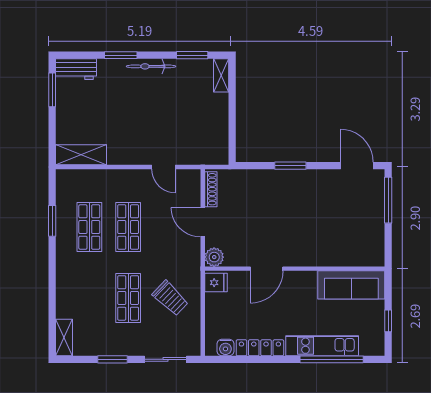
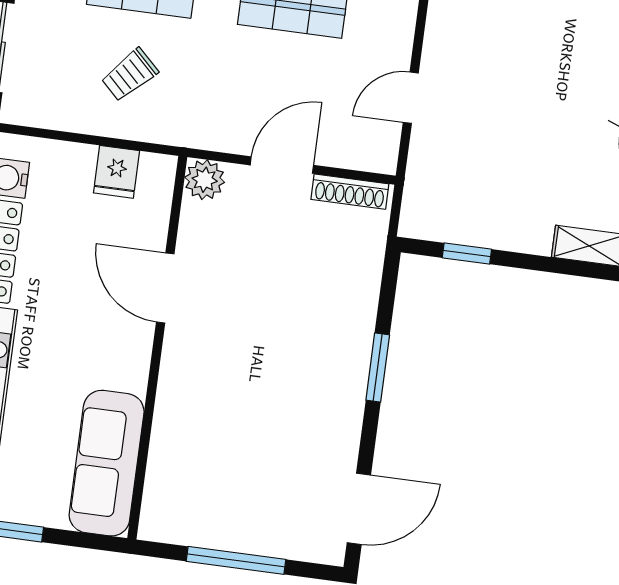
window: (232, 131) -> (467, 254), added
window: (388, 200) -> (236, 560), moved
fridge: (216, 283) -> (117, 172), moved
trolley: (170, 298) -> (130, 75), width x0.73, depth x0.72

